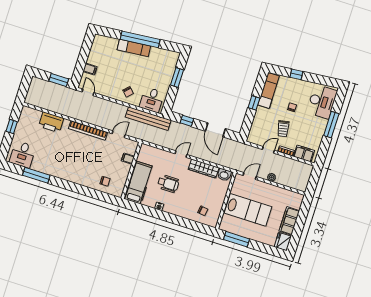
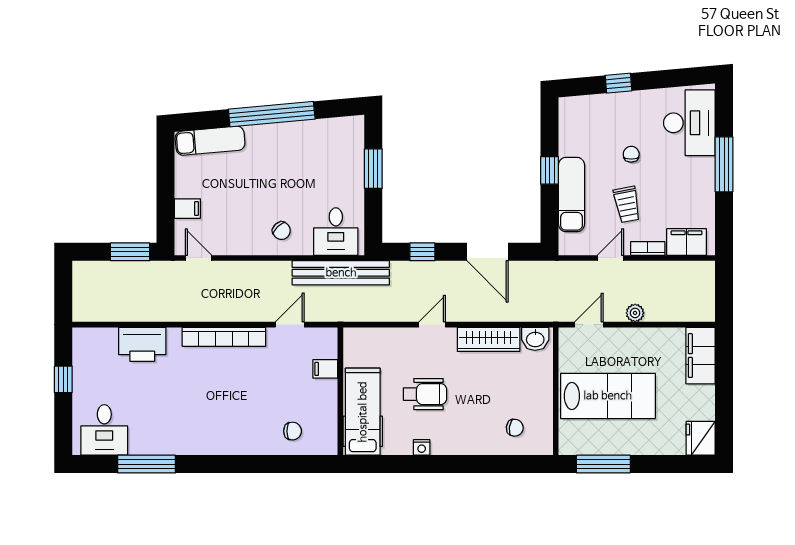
exam couch: (134, 48) -> (210, 141), moved
exam couch: (269, 90) -> (571, 195), moved
filing cabinet: (289, 221) -> (701, 356), moved

